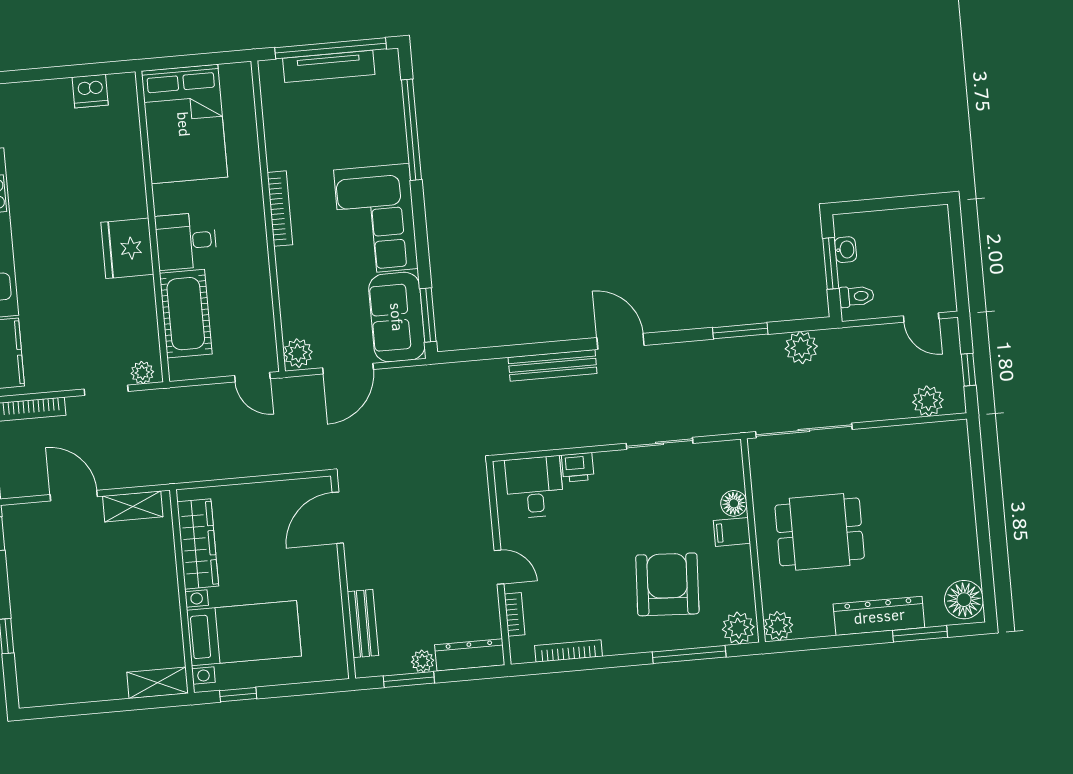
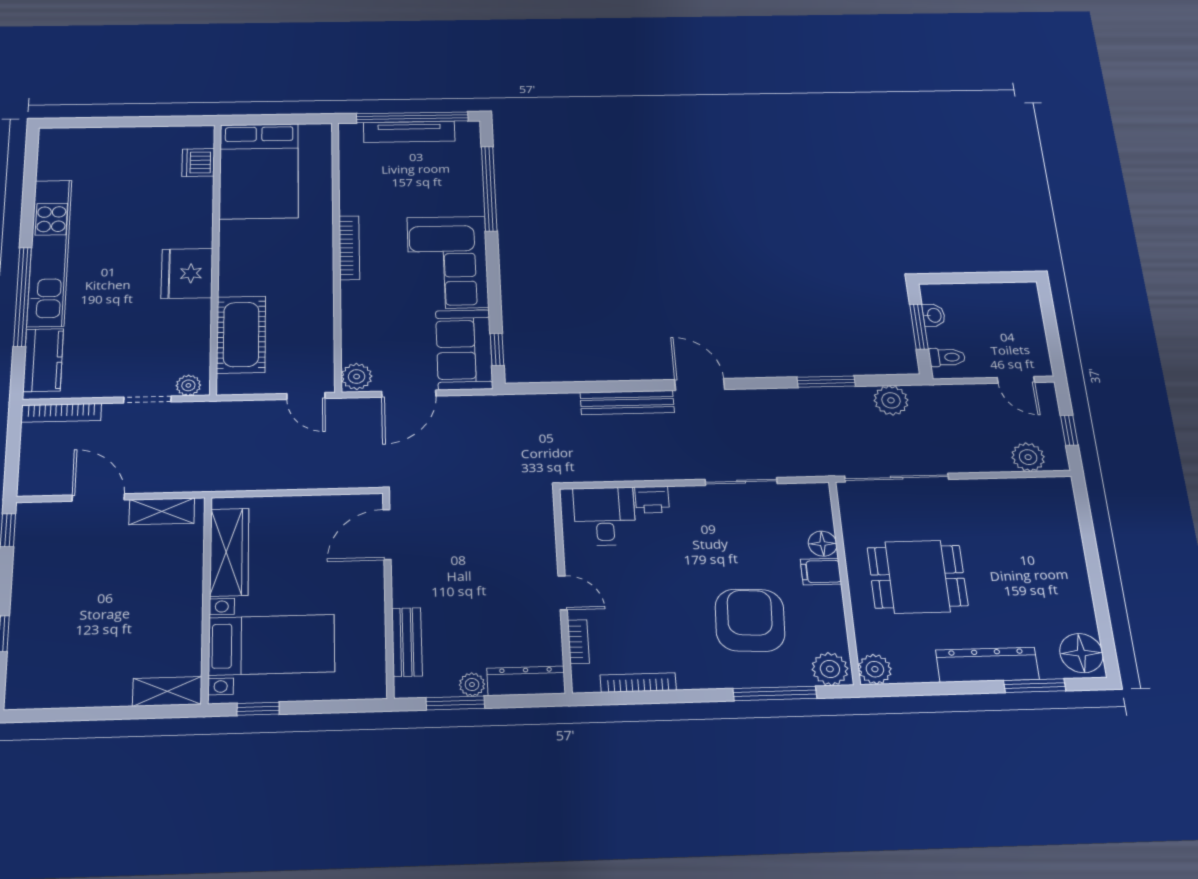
dishwasher: (90, 91) -> (198, 162), moved, turned 90
desk: (186, 241) -> (249, 270), removed
window: (428, 315) -> (497, 350), width x0.67

